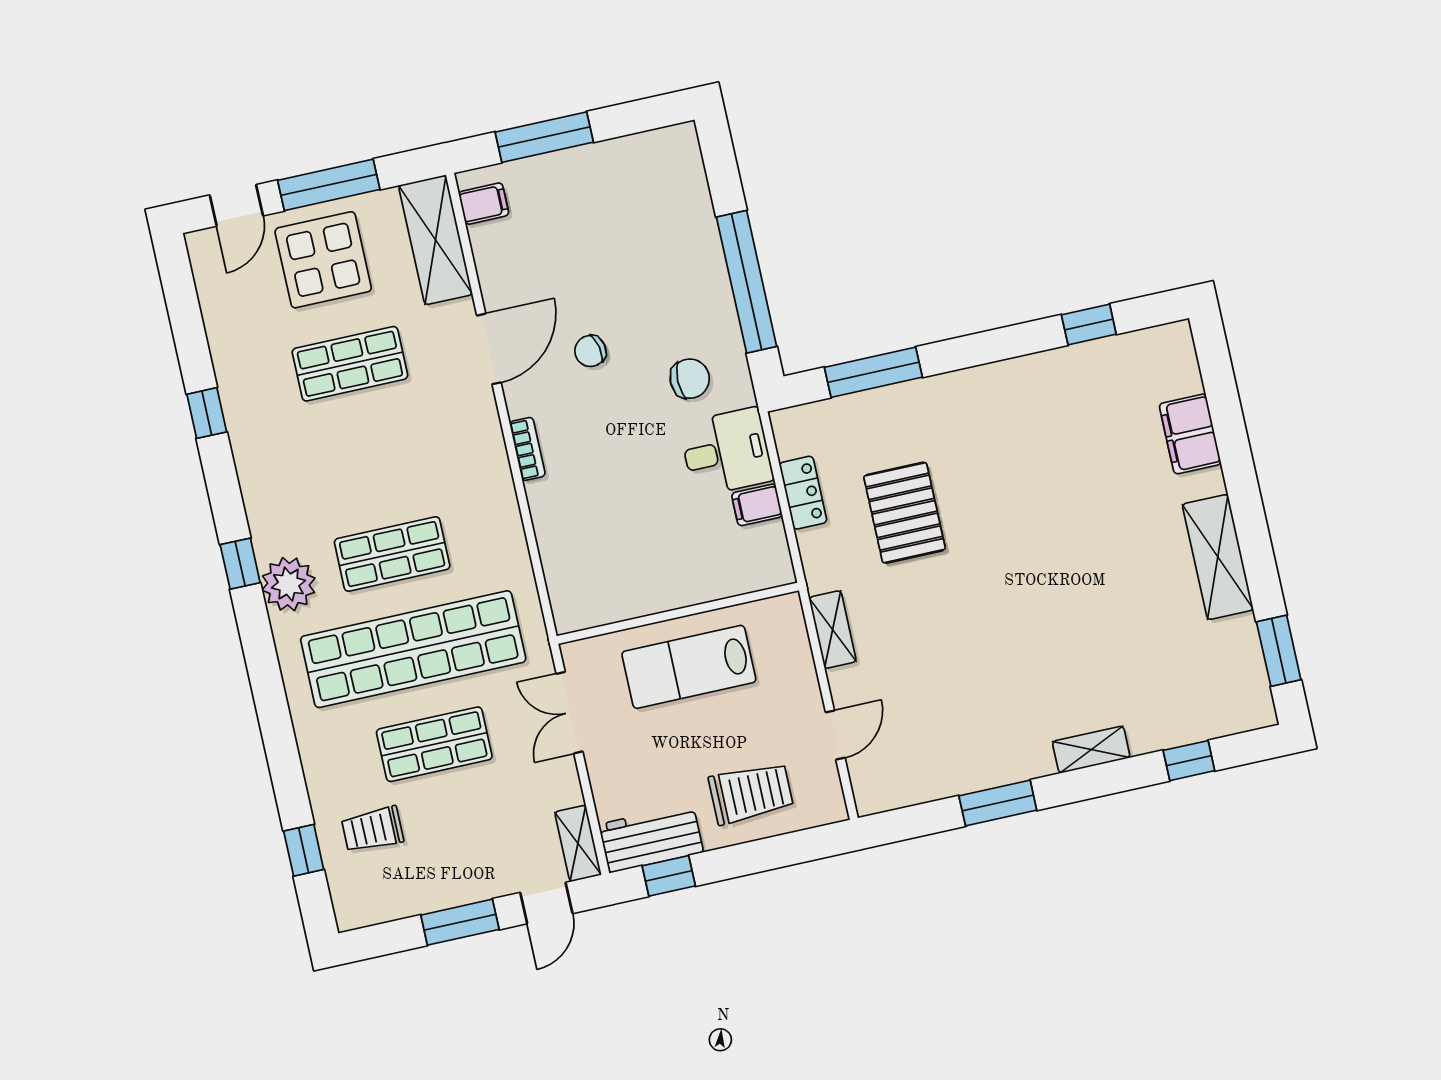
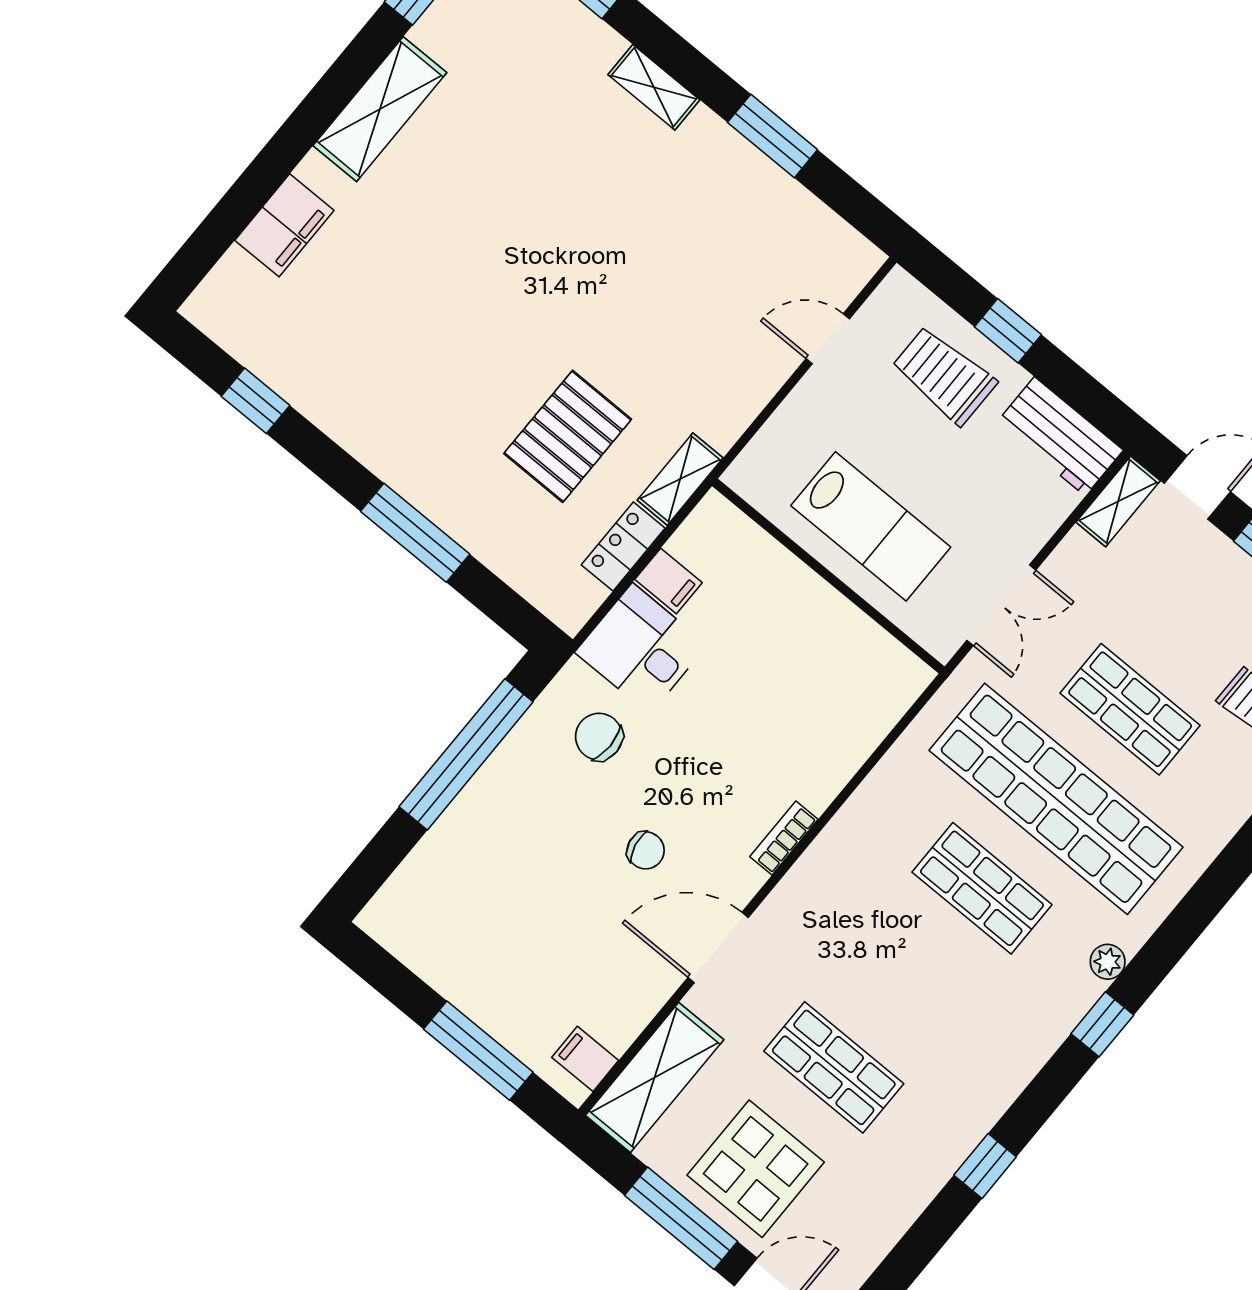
window: (873, 372) -> (415, 533), moved
plant: (288, 584) -> (1108, 962), width x0.53, depth x0.53
shelving: (833, 630) -> (680, 479), moved
window: (669, 876) -> (1008, 331), moved

